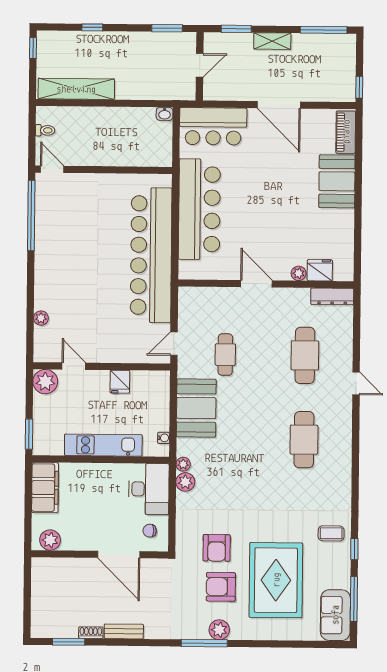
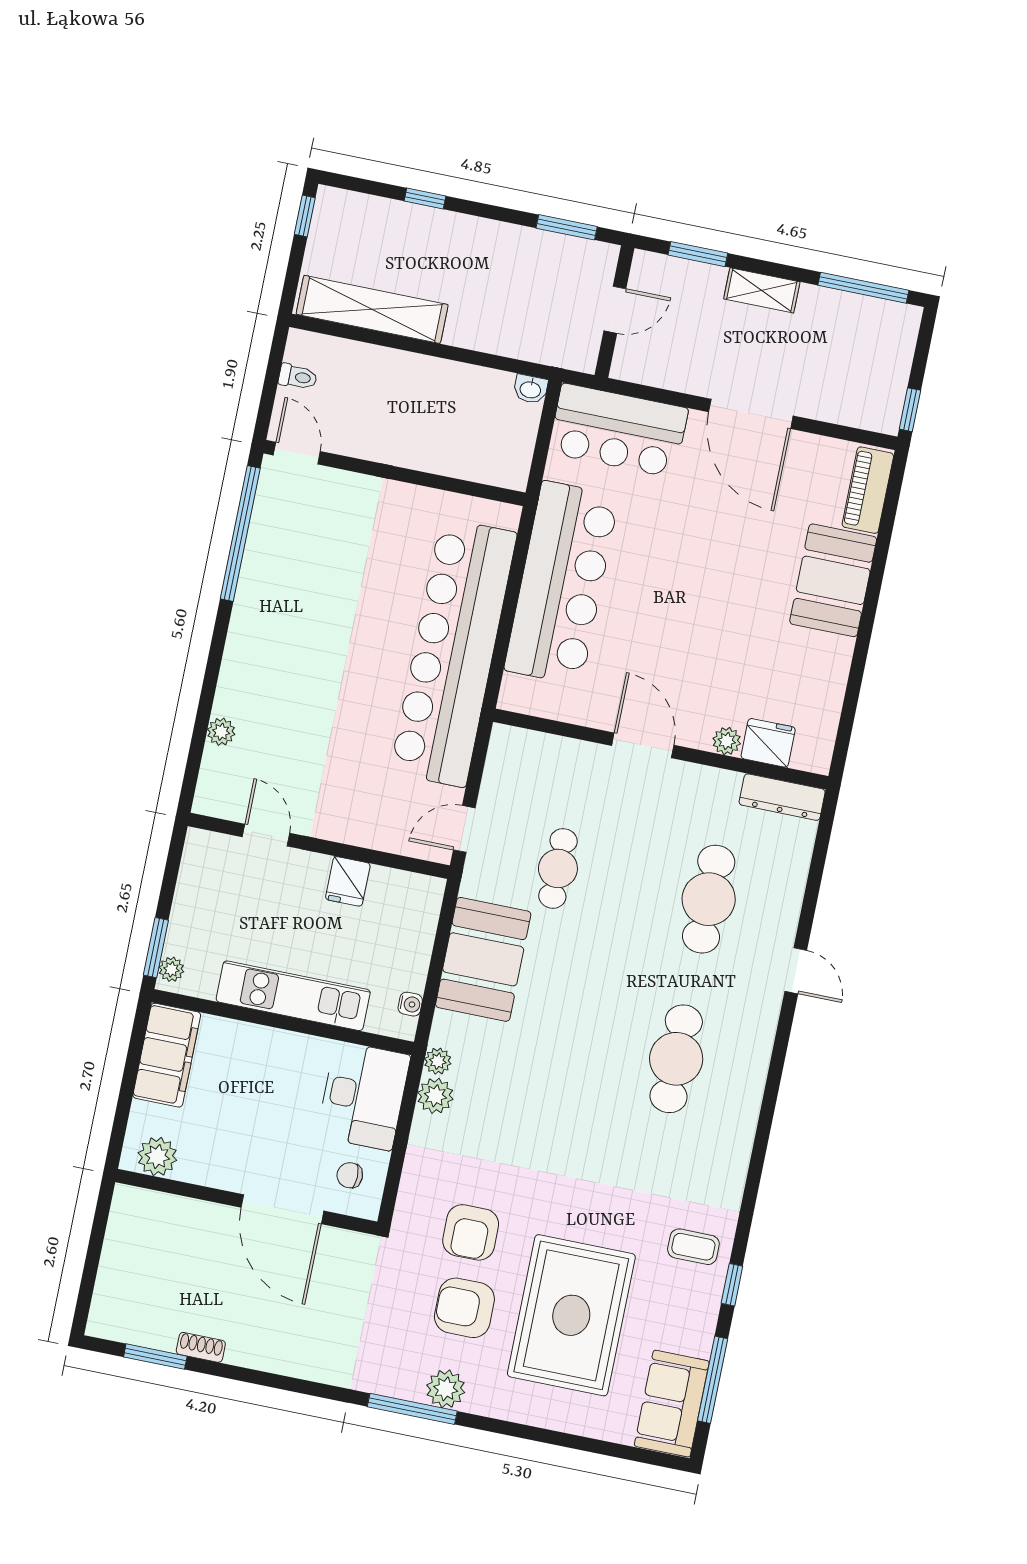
plant: (45, 382) -> (171, 969), moved, width x0.53, depth x0.53
bench: (124, 631) -> (264, 1357), removed

